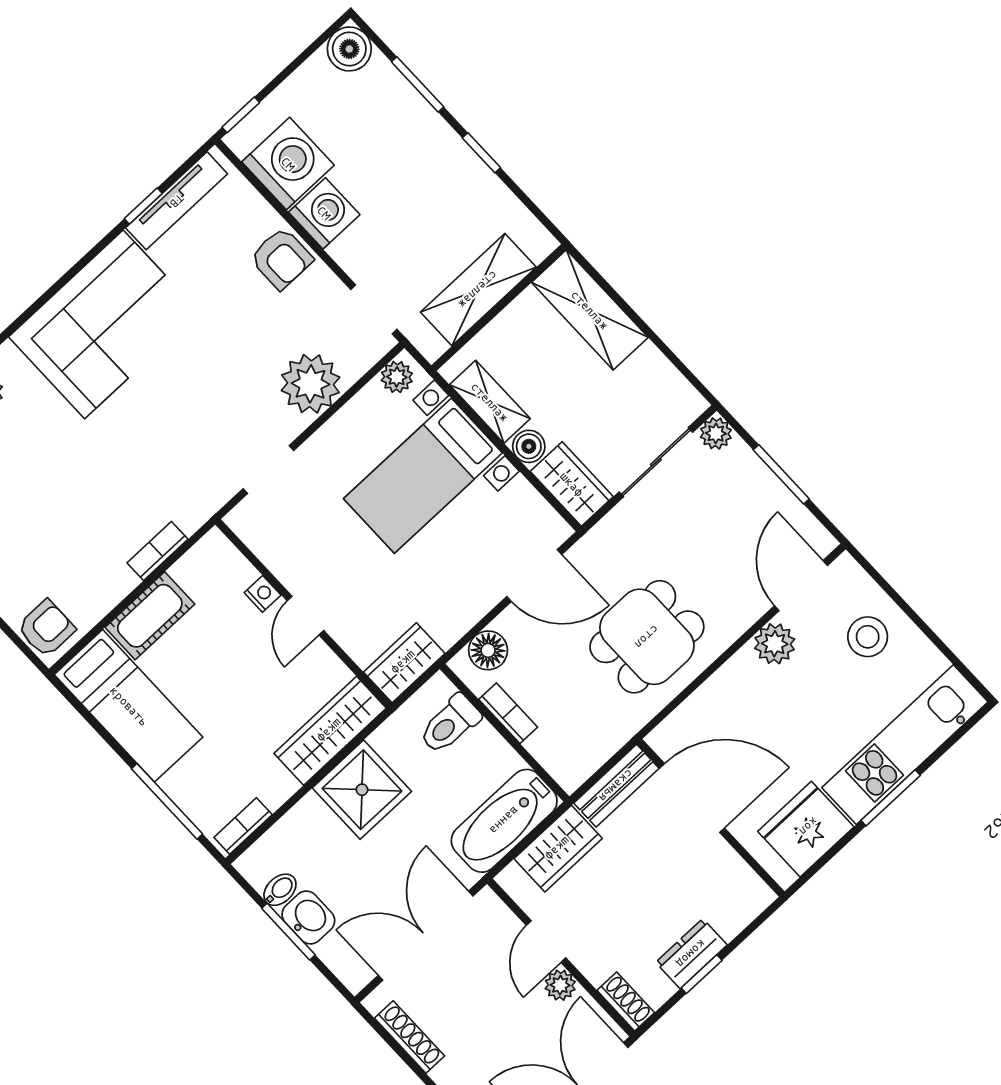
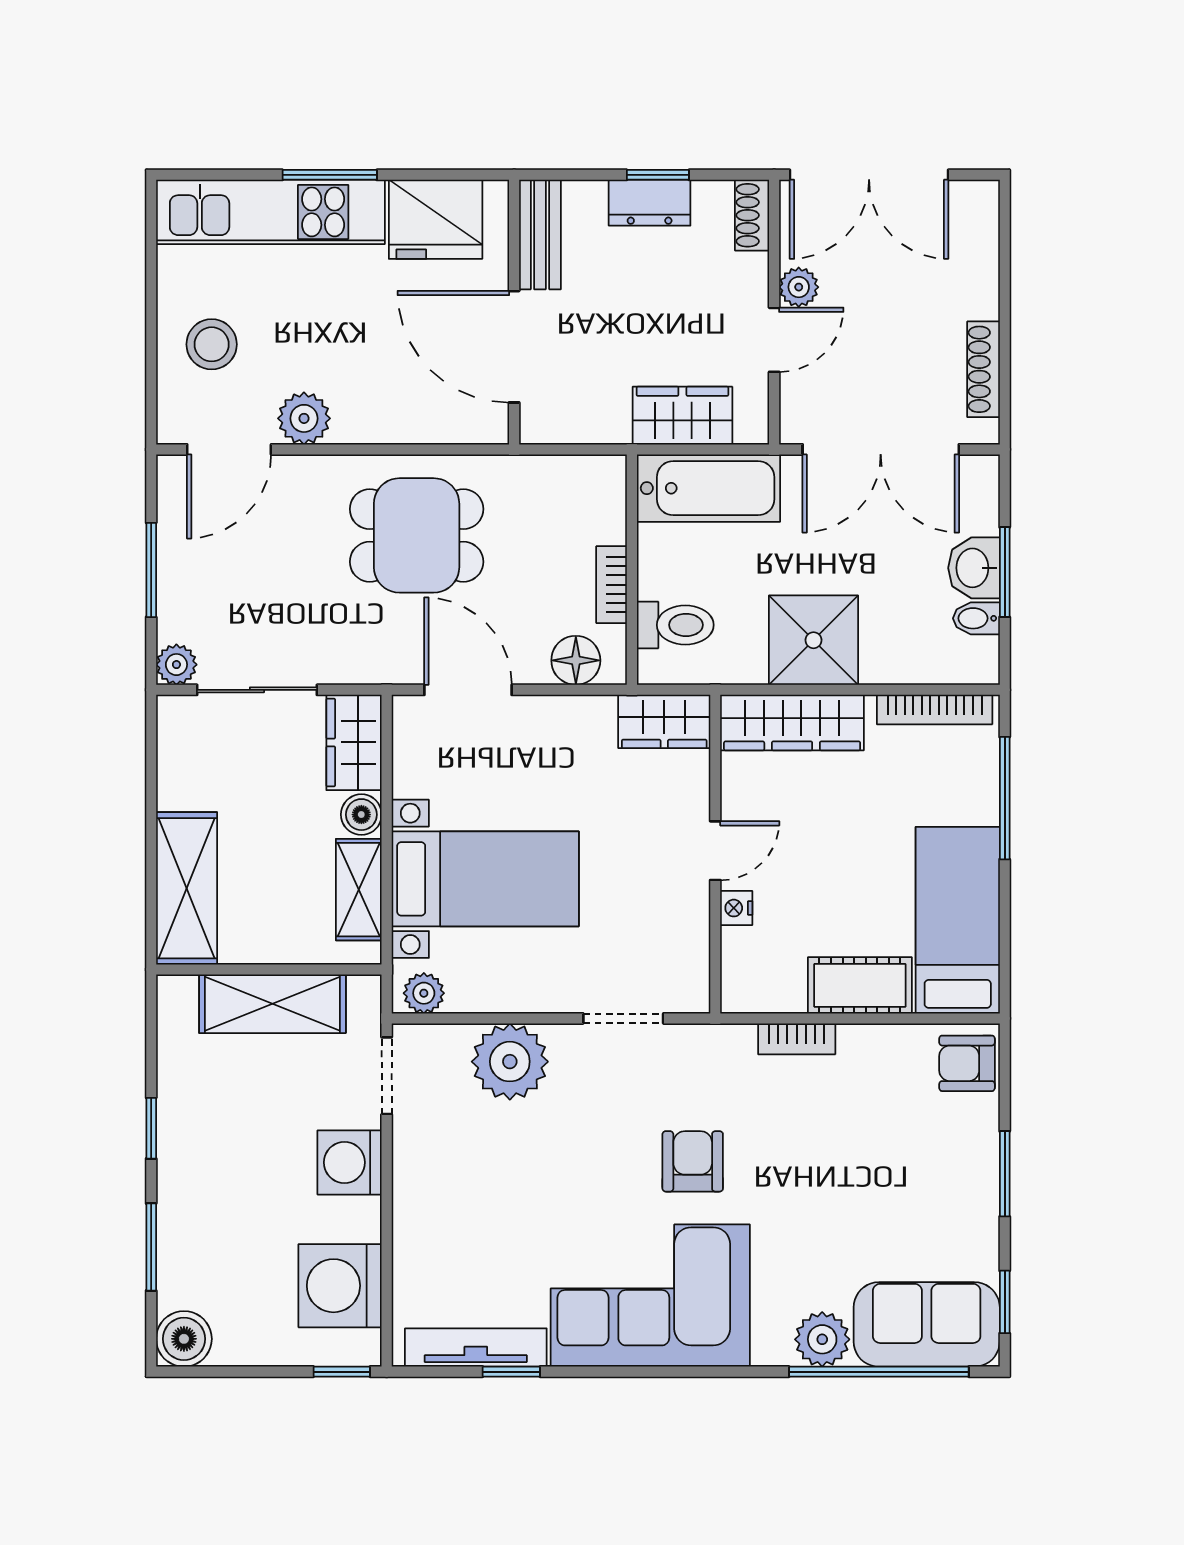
washing machine: (324, 213) -> (350, 1162), moved
armchair: (281, 258) -> (693, 1161), moved
bench: (616, 786) -> (540, 234), moved, turned 90
bookcase: (243, 826) -> (935, 710), width x1.56

